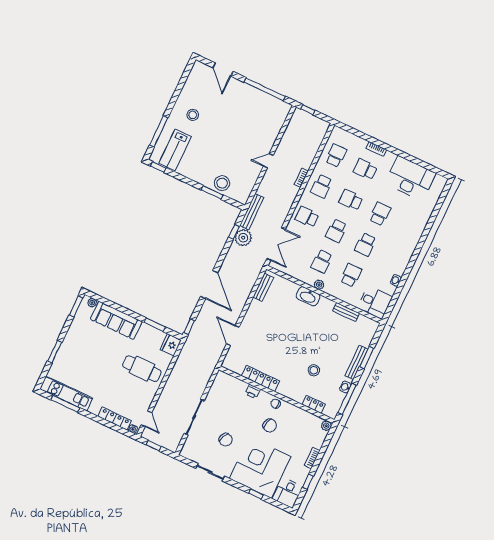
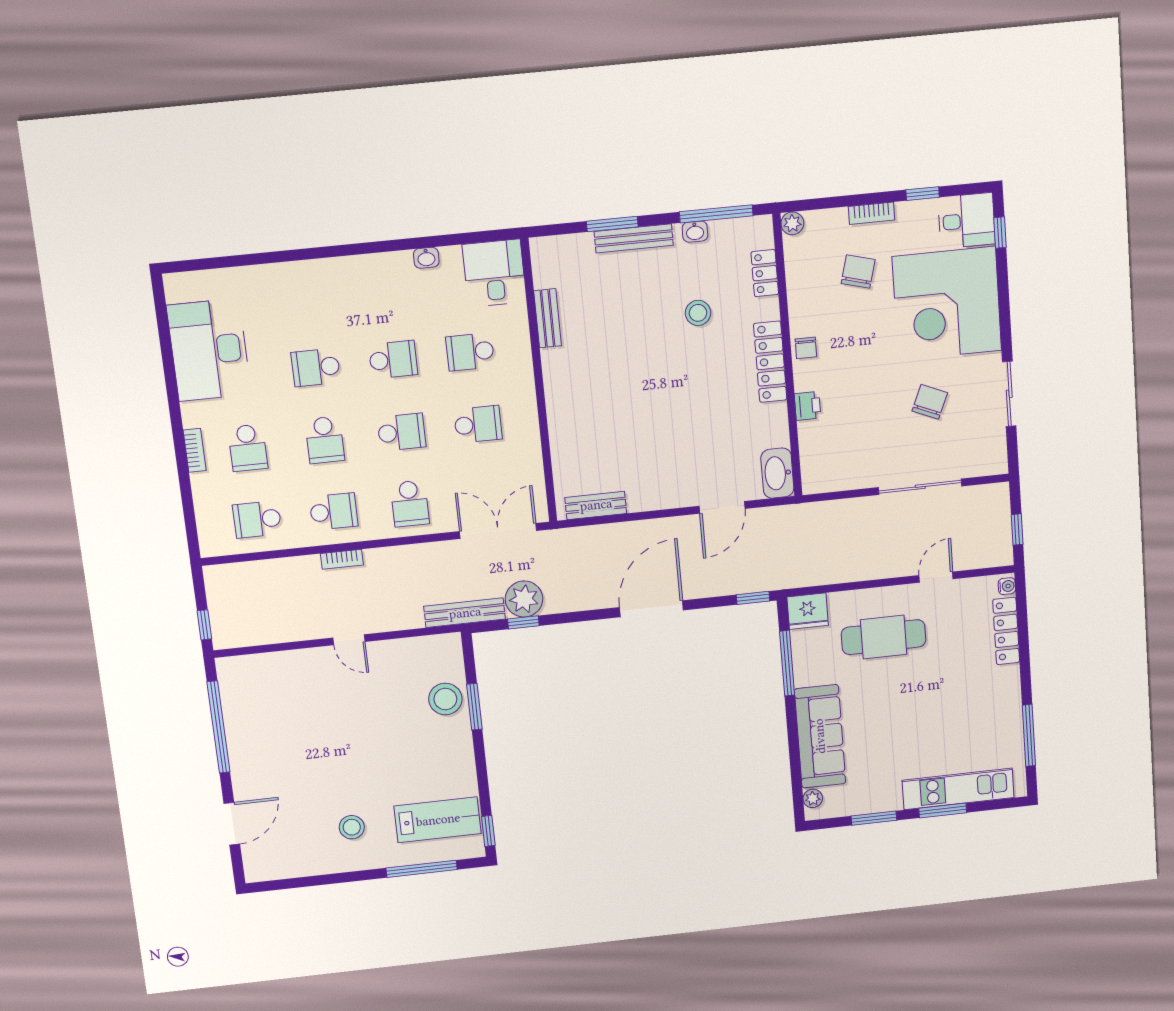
plant: (319, 285) -> (526, 402), removed
washbasin: (308, 296) -> (777, 473), moved, turned 180
window: (76, 306) -> (874, 818), moved
window: (155, 325) -> (787, 663), width x1.44
cafe table: (142, 369) -> (884, 637), turned 90
locker: (261, 378) -> (770, 362), moved
kitchen unit: (66, 394) -> (958, 789), moved, turned 90
door: (146, 419) -> (936, 577), moved
chair: (270, 425) -> (858, 272), moved
window: (256, 494) -> (1000, 232), moved

